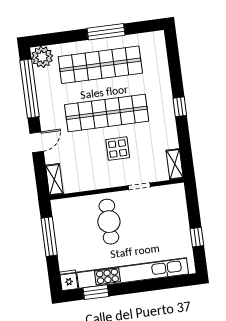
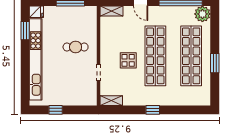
window: (106, 32) -> (215, 63), width x0.69
cafe table: (109, 222) -> (76, 47), width x0.73, depth x0.74

